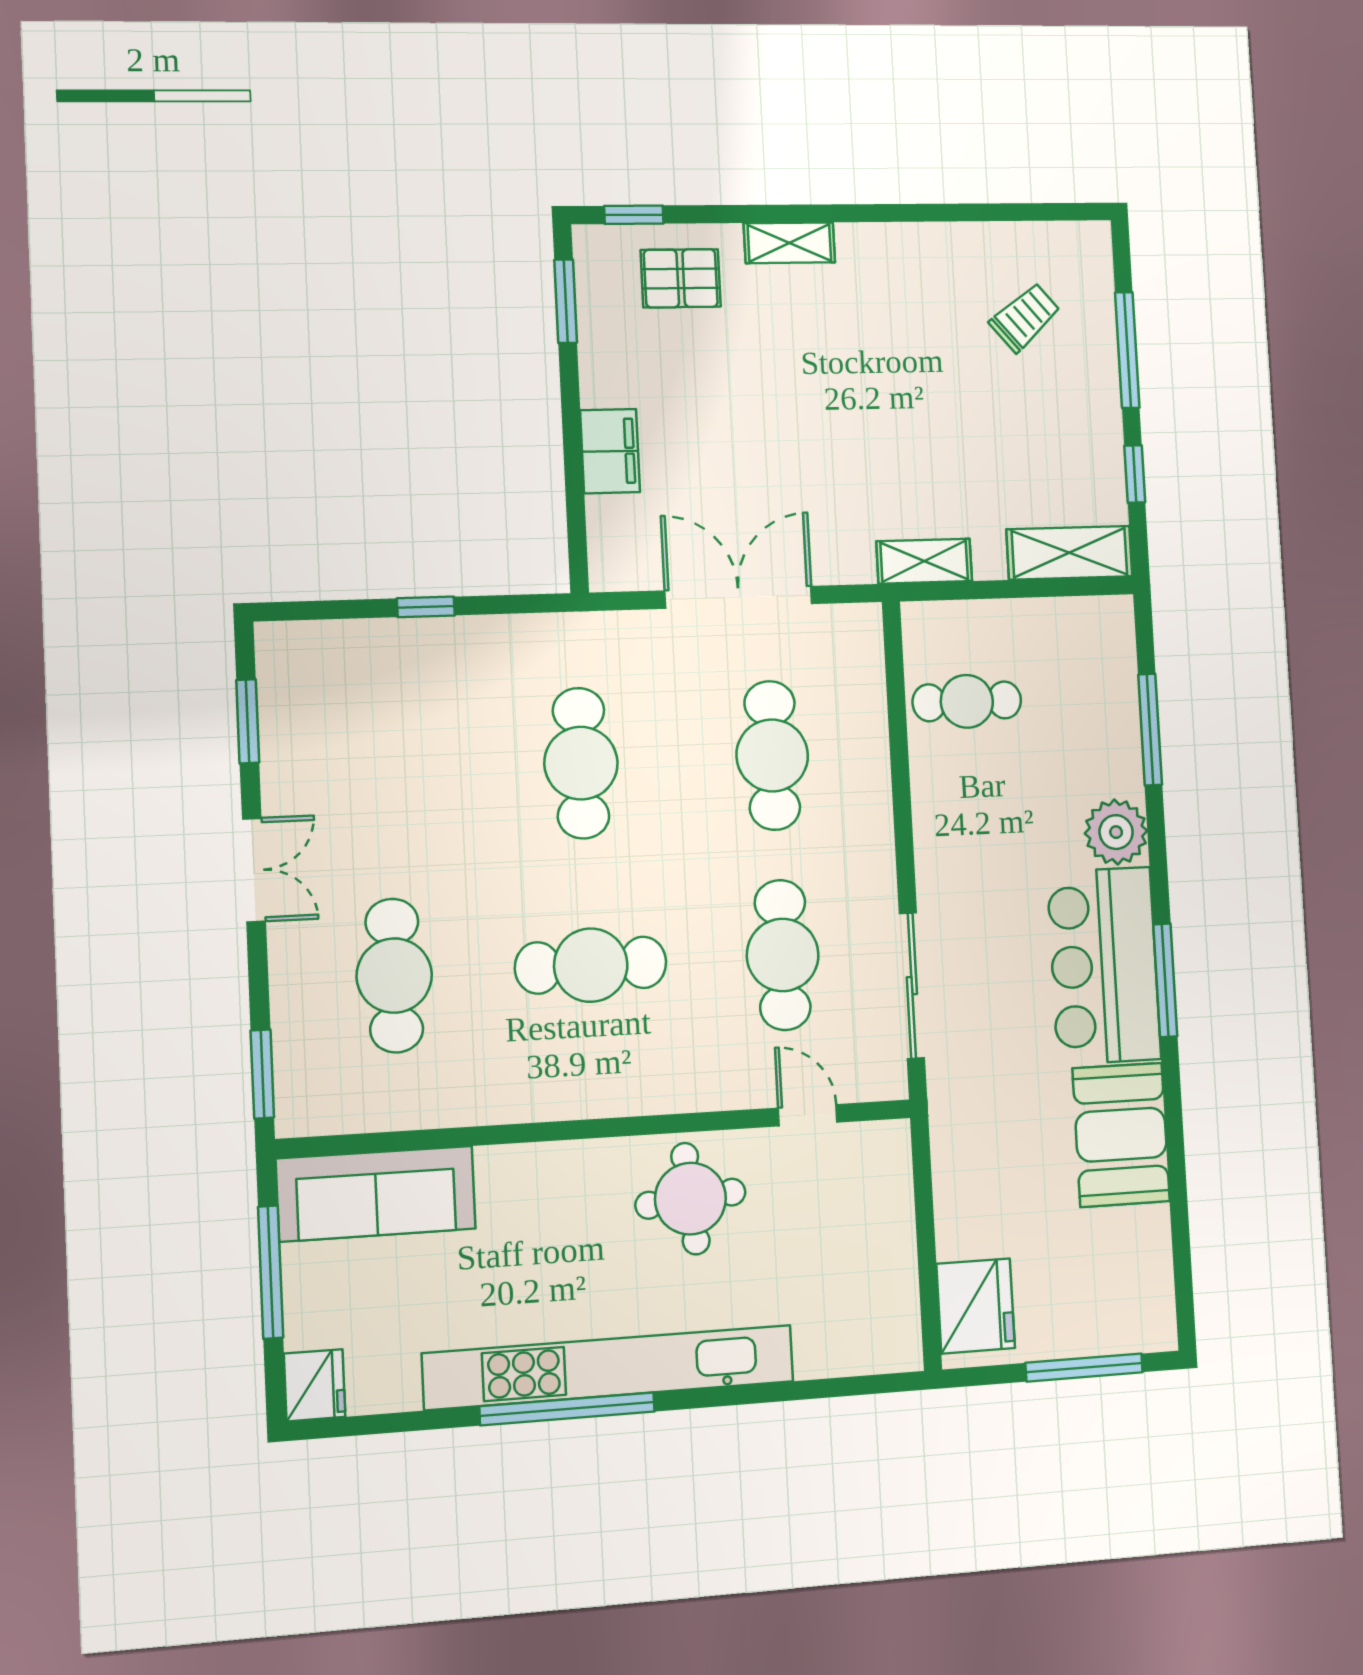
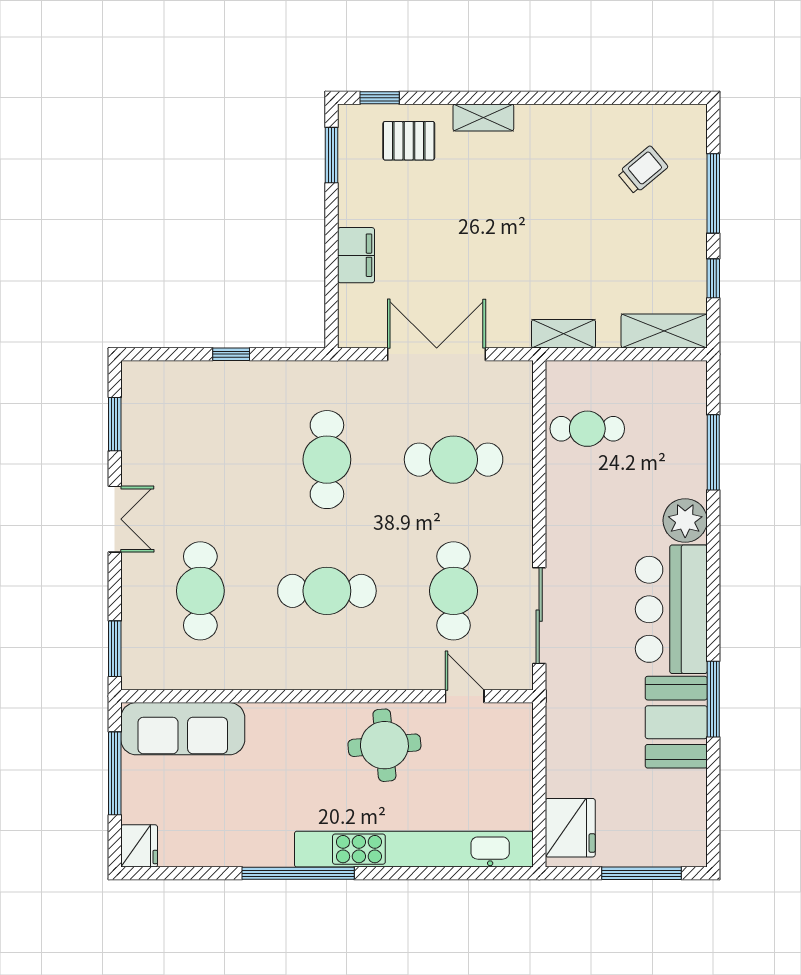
cafe table: (772, 755) -> (454, 460), turned 90
window: (1165, 980) -> (713, 699), moved
kitchen unit: (609, 1367) -> (414, 849), moved

